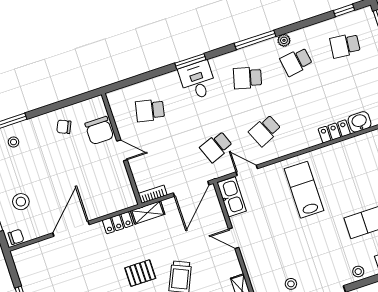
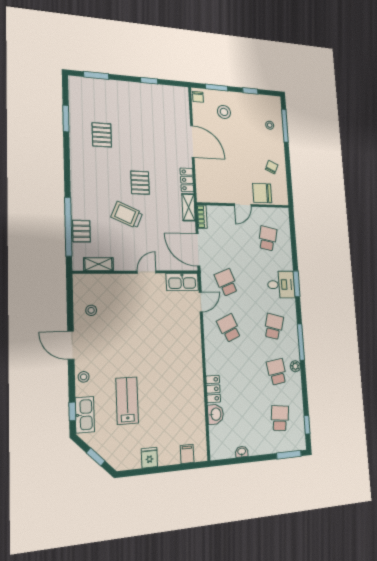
lab bench: (304, 190) -> (171, 347), removed

